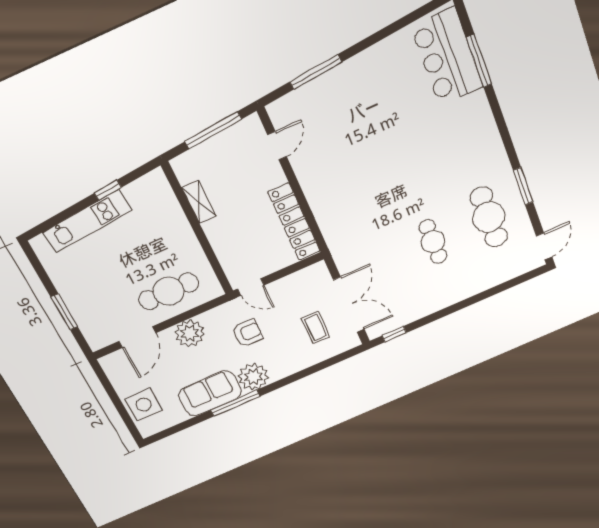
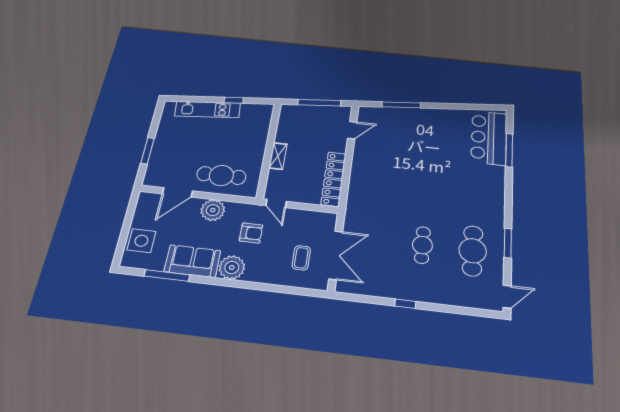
shelving: (199, 202) -> (278, 156), moved
window: (394, 334) -> (405, 304), moved
window: (235, 403) -> (167, 275), moved

